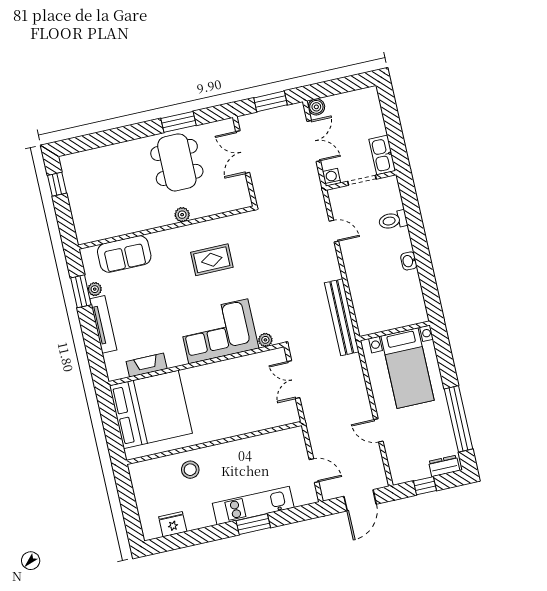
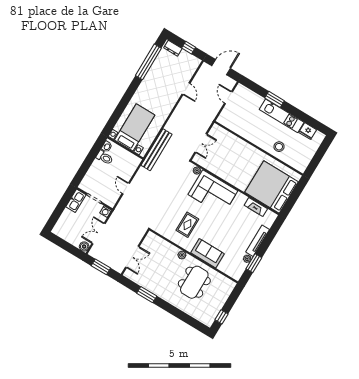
dining table: (177, 162) -> (194, 282), moved
toilet: (393, 220) -> (105, 158), moved
sofa: (124, 254) -> (208, 253), moved
rug: (212, 260) -> (187, 225), turned 90
wall: (395, 331) -> (125, 148), moved
bed with nightstands: (408, 368) -> (135, 127), moved
kitchen unit: (253, 505) -> (282, 116), moved

